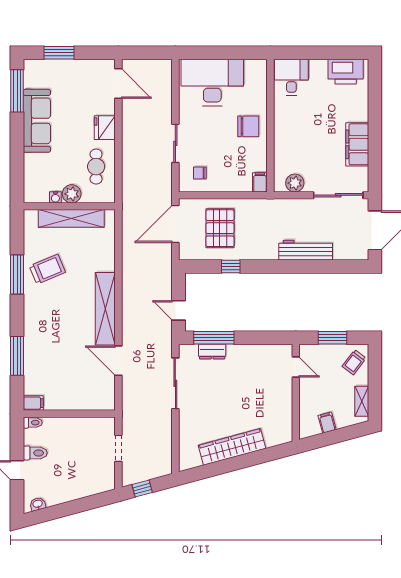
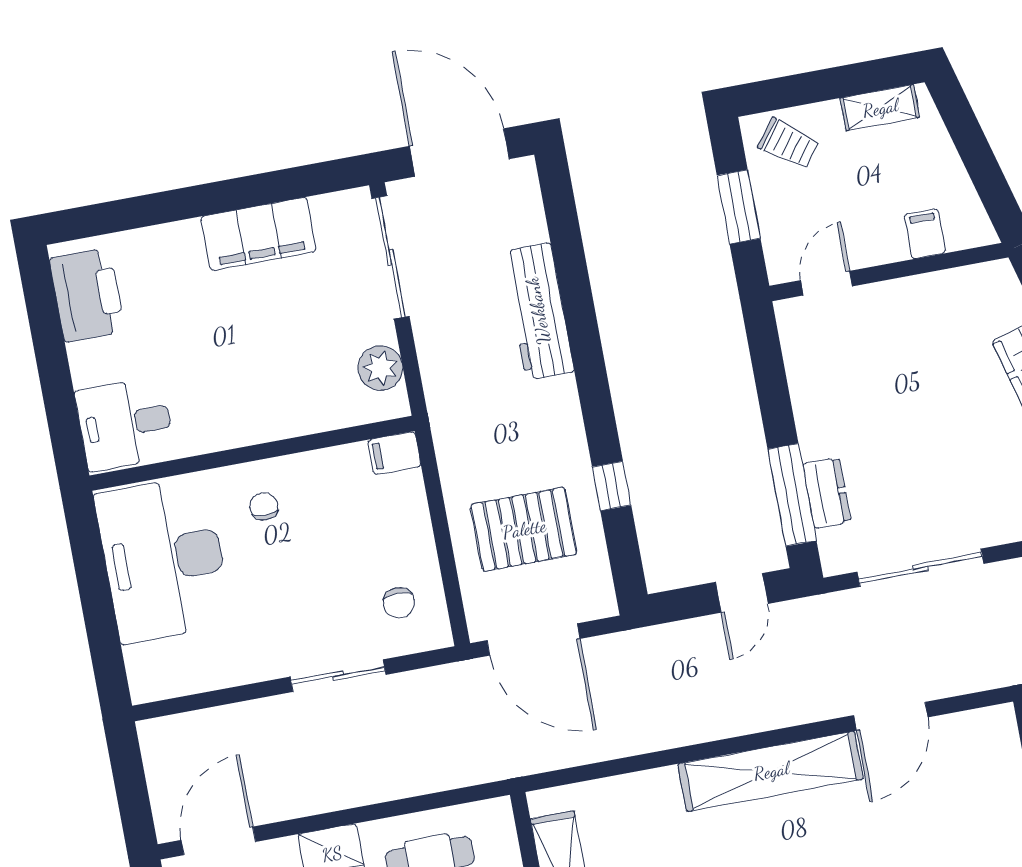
desk: (212, 82) -> (163, 559), moved
chair: (248, 126) -> (264, 507), width x0.54, depth x0.54
filing cabinet: (327, 423) -> (925, 234), moved, turned 105

